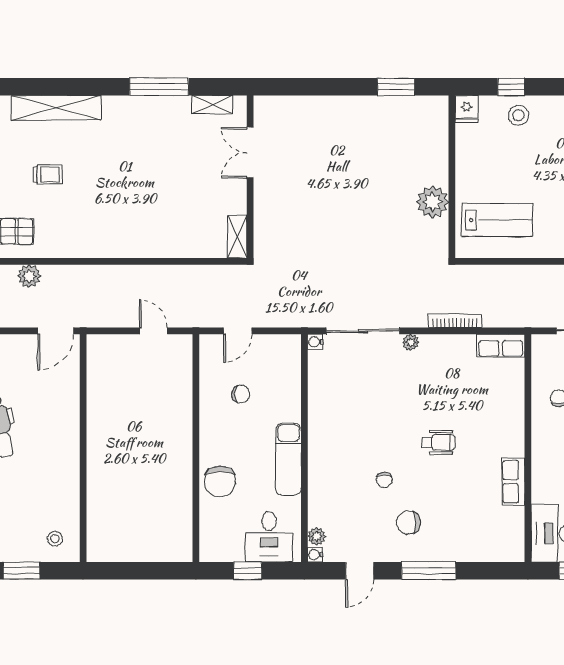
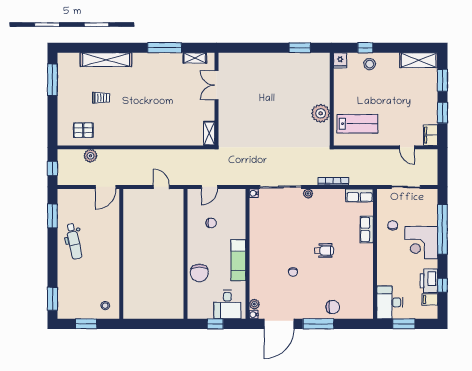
row of seats: (513, 482) -> (367, 229), moved
chair: (408, 522) -> (333, 307), moved, turned 180
door: (360, 571) -> (279, 324), width x1.87

